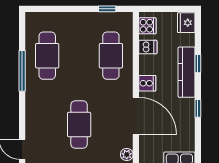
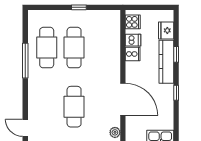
window: (107, 9) -> (79, 7), moved
fridge: (186, 23) -> (166, 30), moved
cafe table: (111, 56) -> (74, 48), moved
cooker: (147, 83) -> (133, 54), moved

